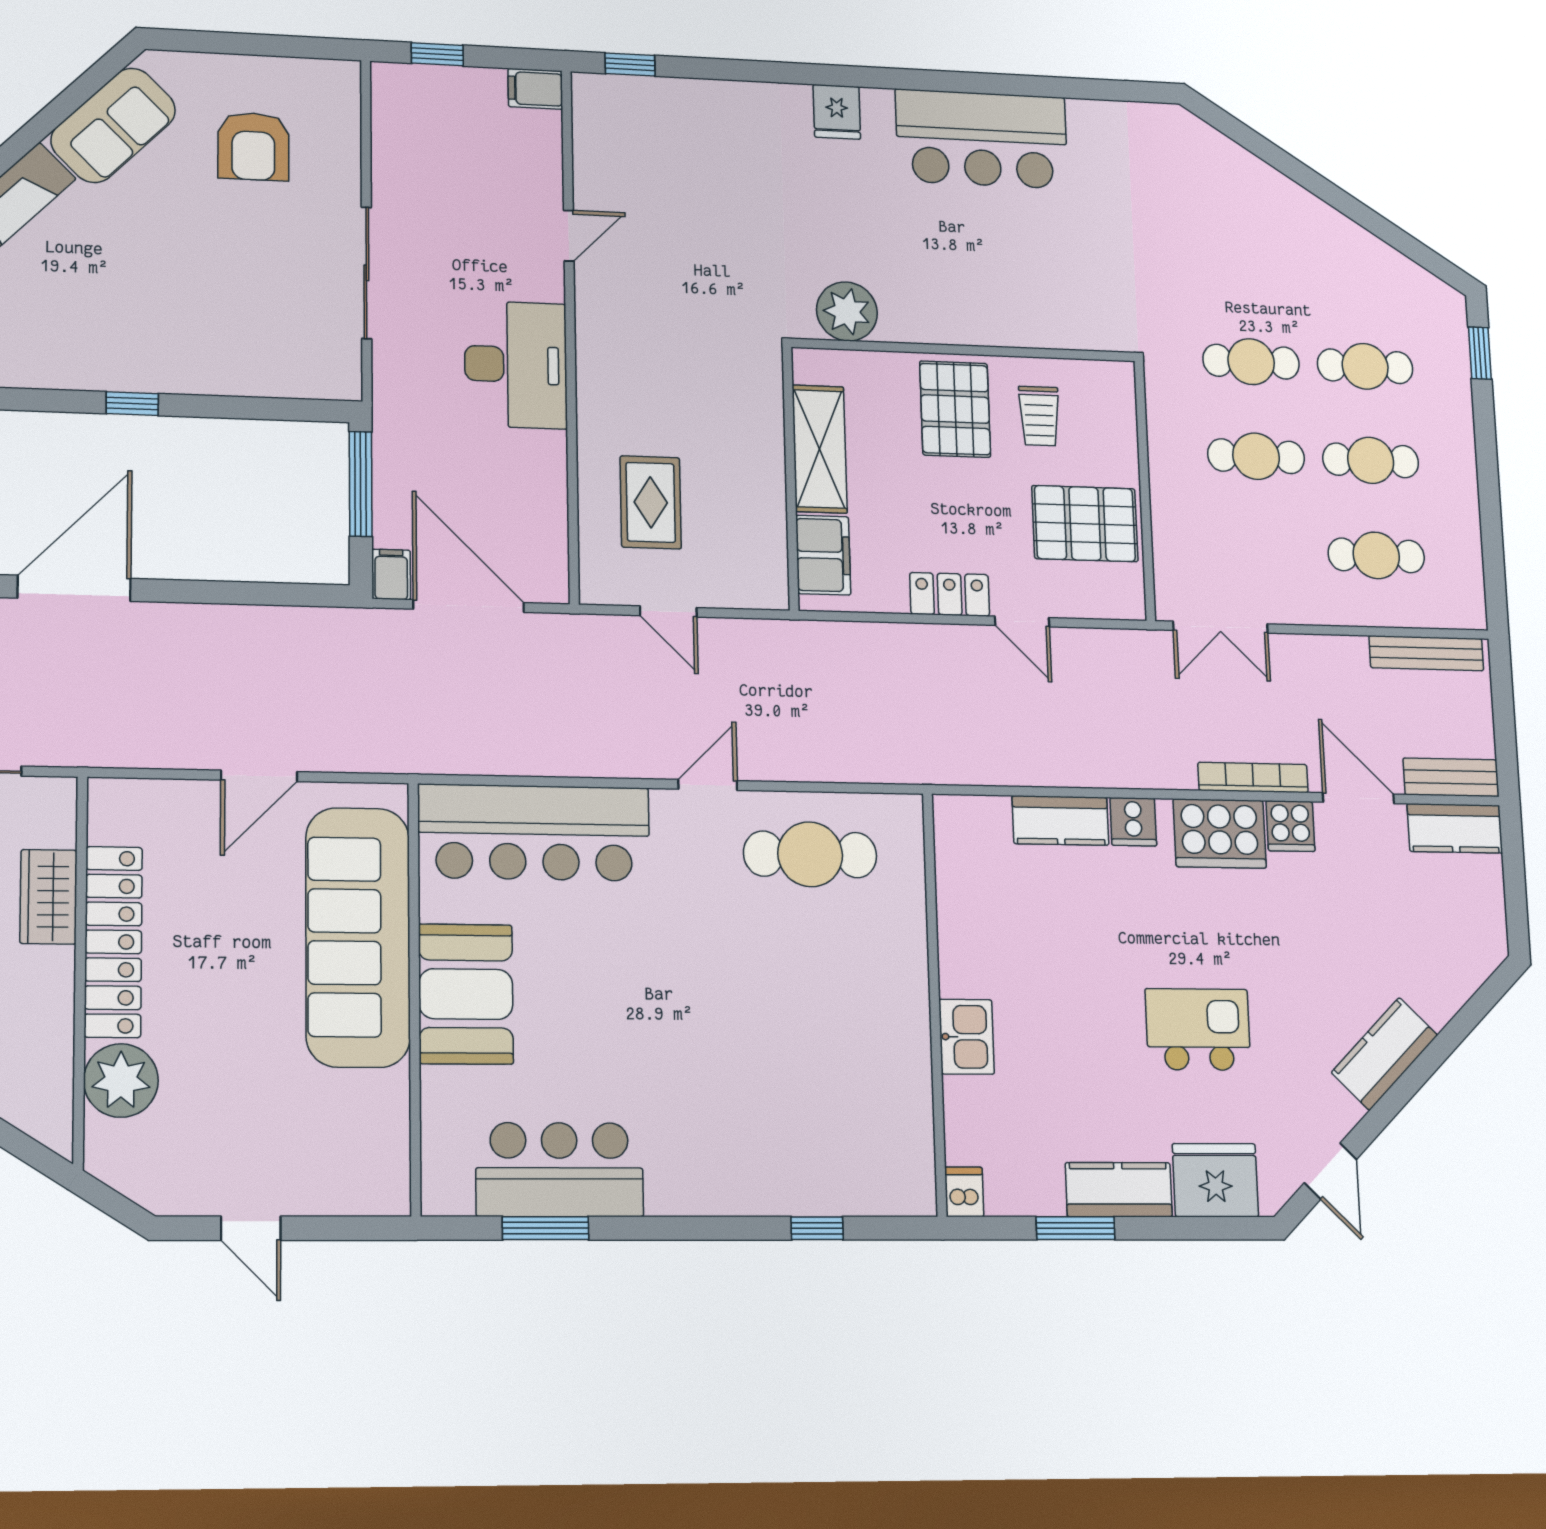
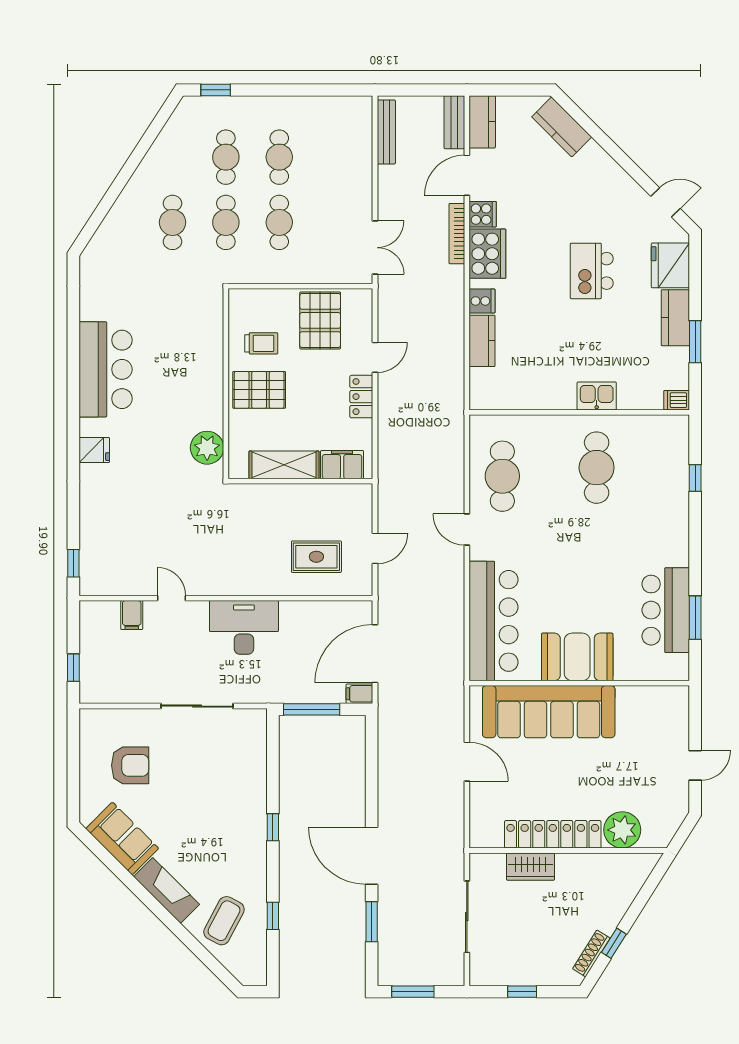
filing cabinet: (535, 89) -> (132, 615), moved
cafe table: (1376, 555) -> (173, 222), moved
cafe table: (831, 1035) -> (597, 468), added
kitchen counter: (1384, 1054) -> (562, 127), moved

